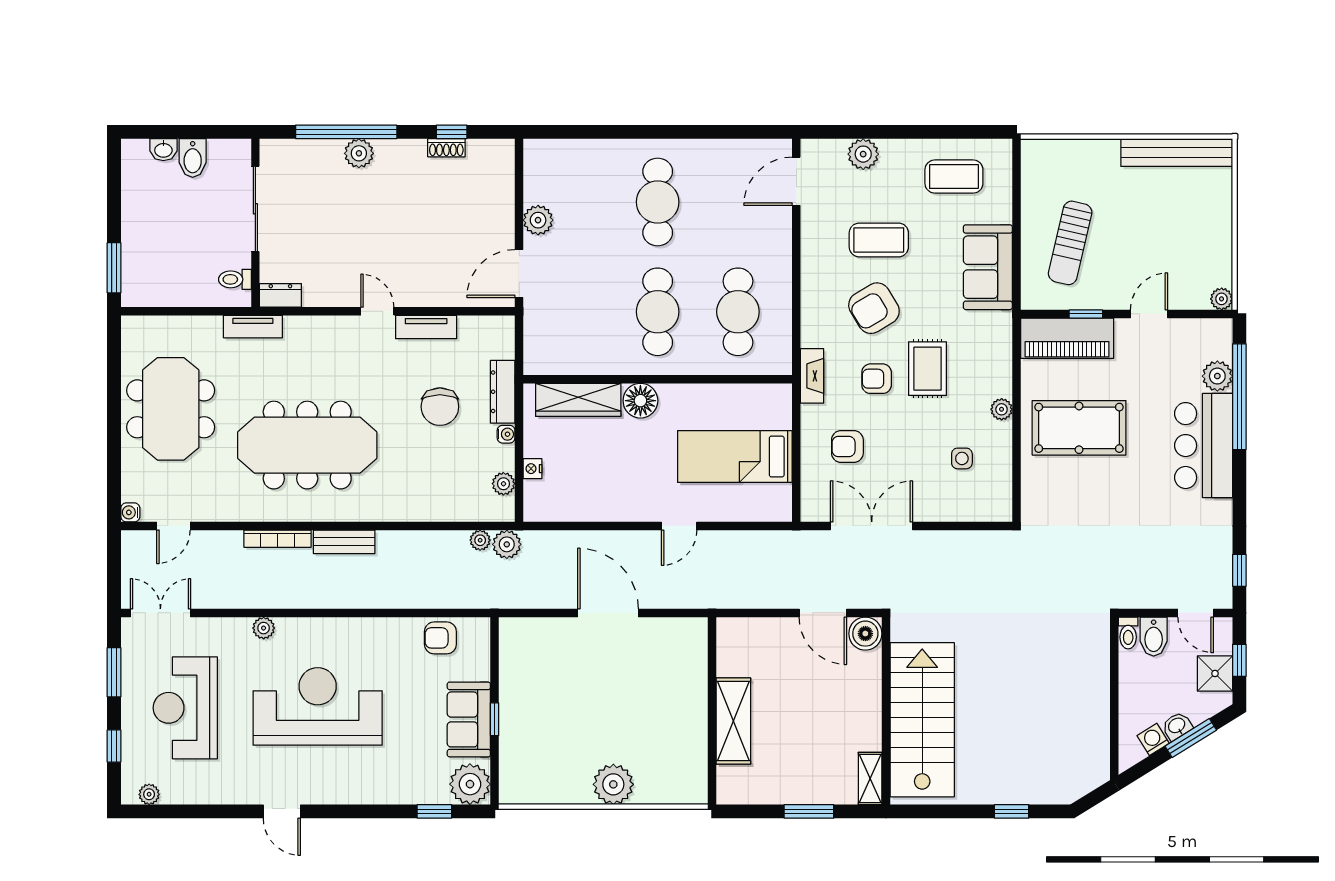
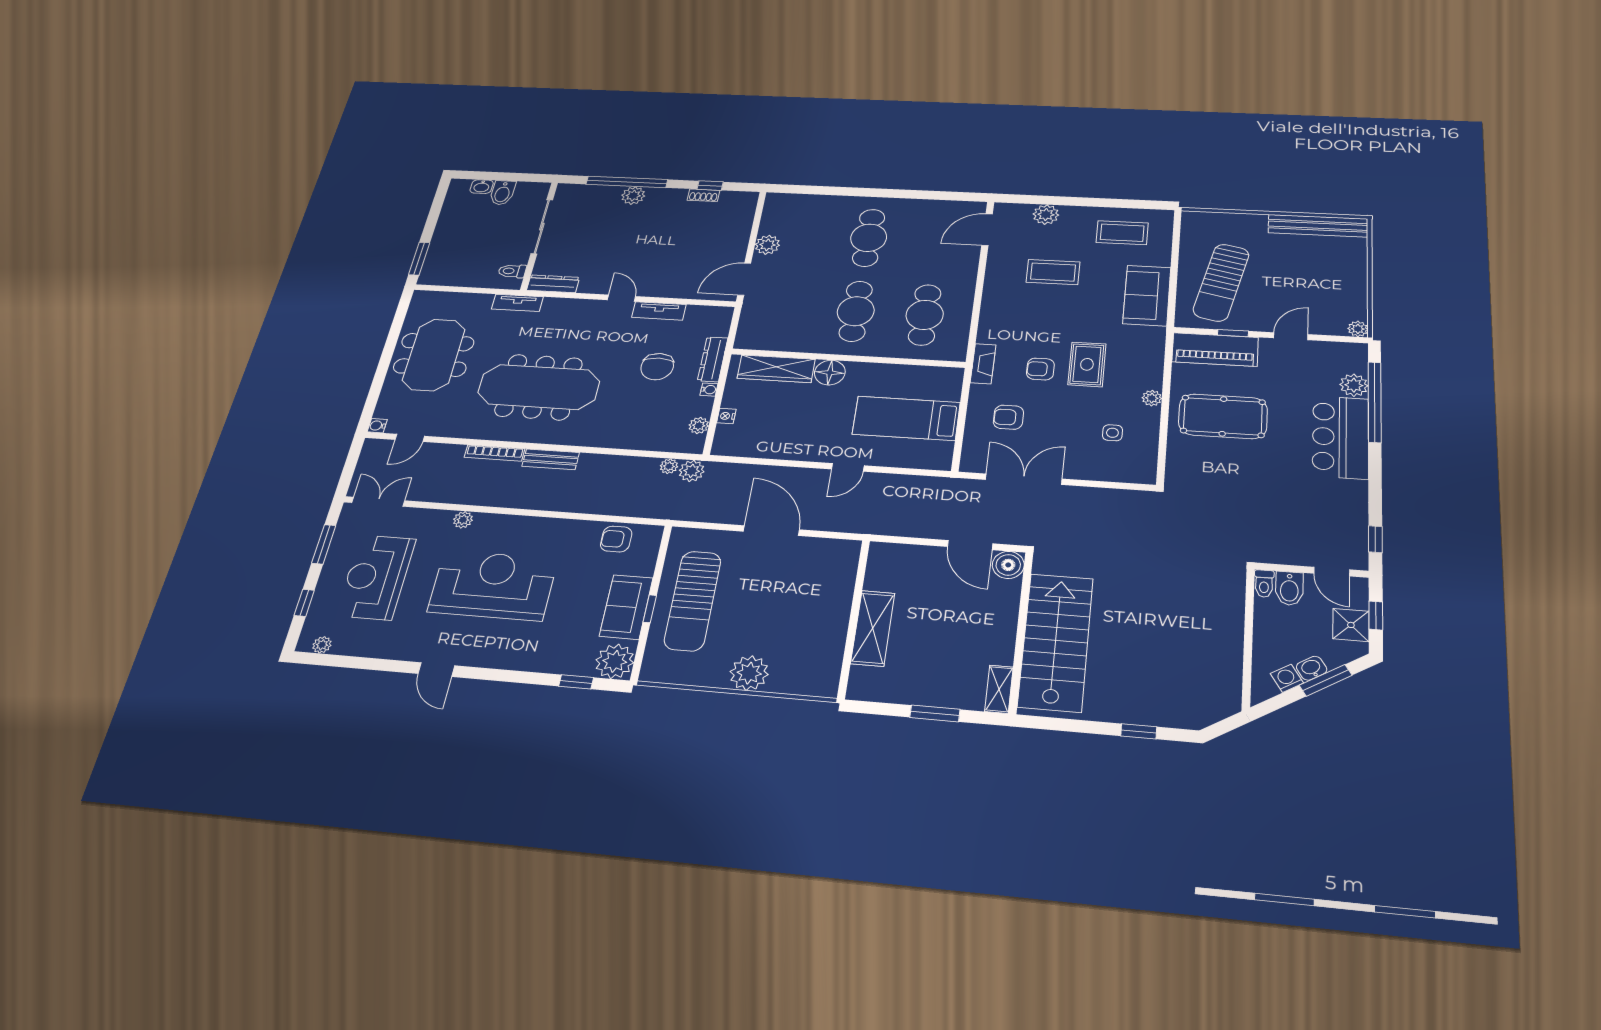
sun lounger: (1070, 243) -> (1221, 282), width x1.36, depth x1.34
dresser: (280, 295) -> (553, 284), width x1.44
armchair: (874, 308) -> (1044, 319), removed
sun lounger: (539, 706) -> (693, 601), added

